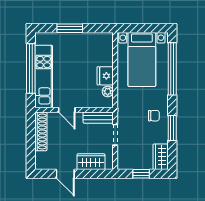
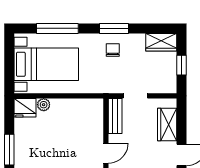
window: (172, 69) -> (57, 28), width x0.68
fridge: (105, 76) -> (25, 108), moved
plant: (108, 92) -> (44, 105), moved
window: (172, 128) -> (114, 28), moved

